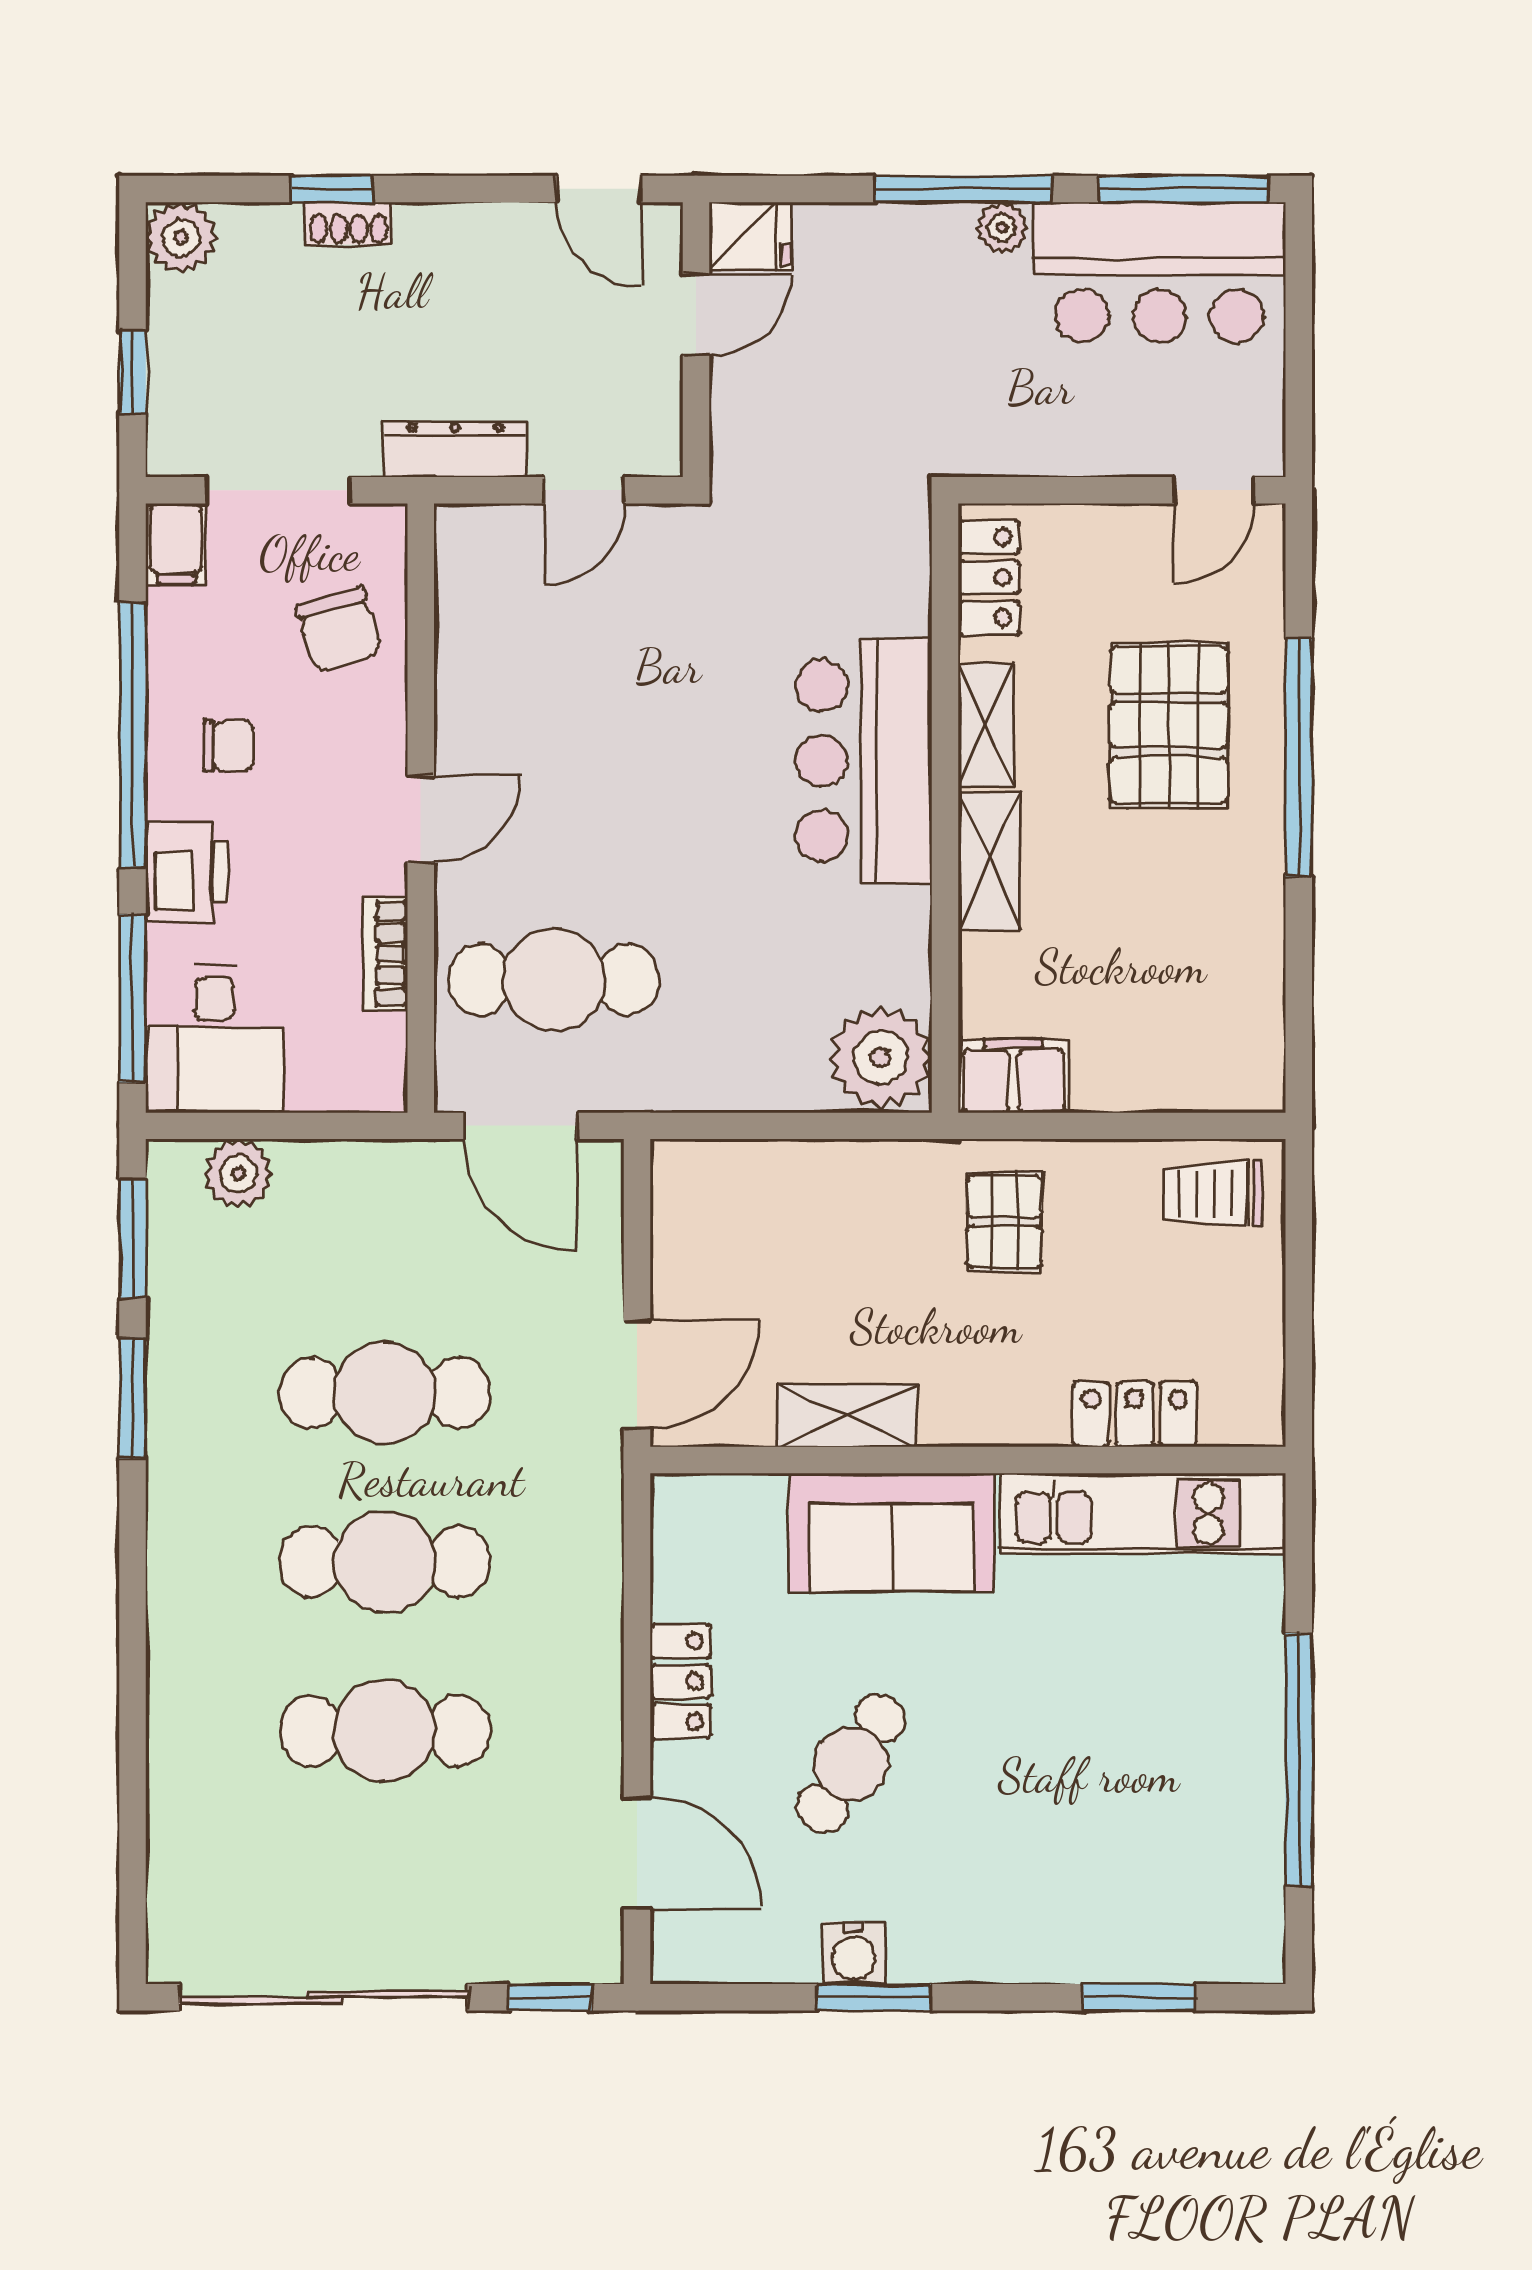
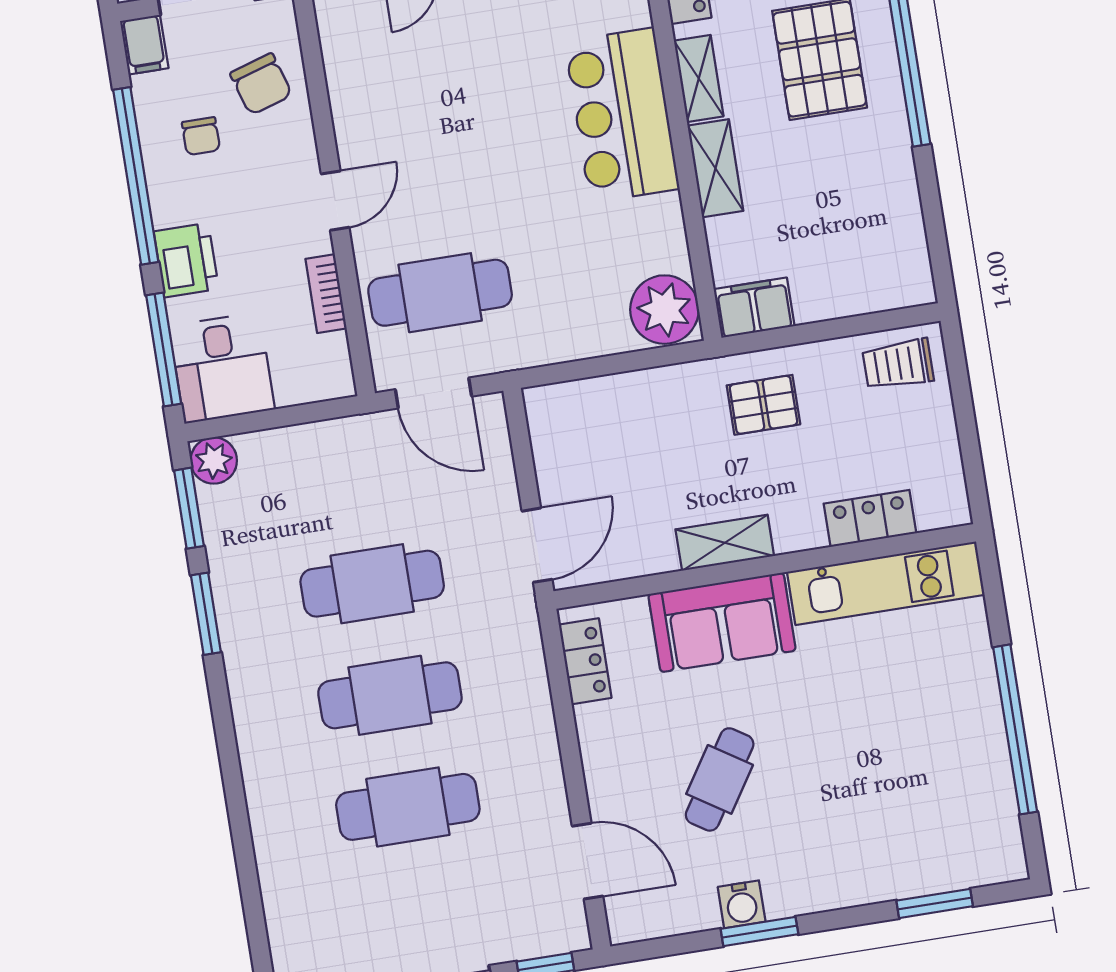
chair: (229, 746) -> (201, 136), moved, turned 90
plant: (238, 1174) -> (214, 461), moved
pallet: (1004, 1221) -> (763, 405), turned 90
shelving: (847, 1416) -> (725, 543), moved
locker: (681, 1681) -> (585, 661), moved

